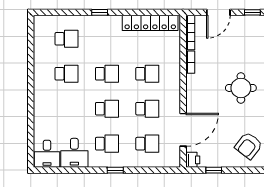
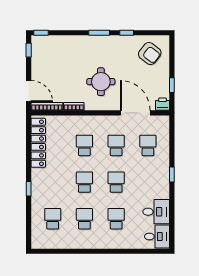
door: (218, 12) -> (29, 91), moved
round table: (241, 88) -> (101, 82), moved
school desk: (107, 144) -> (116, 219), moved

